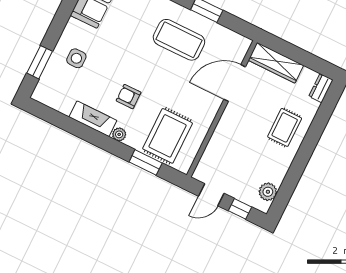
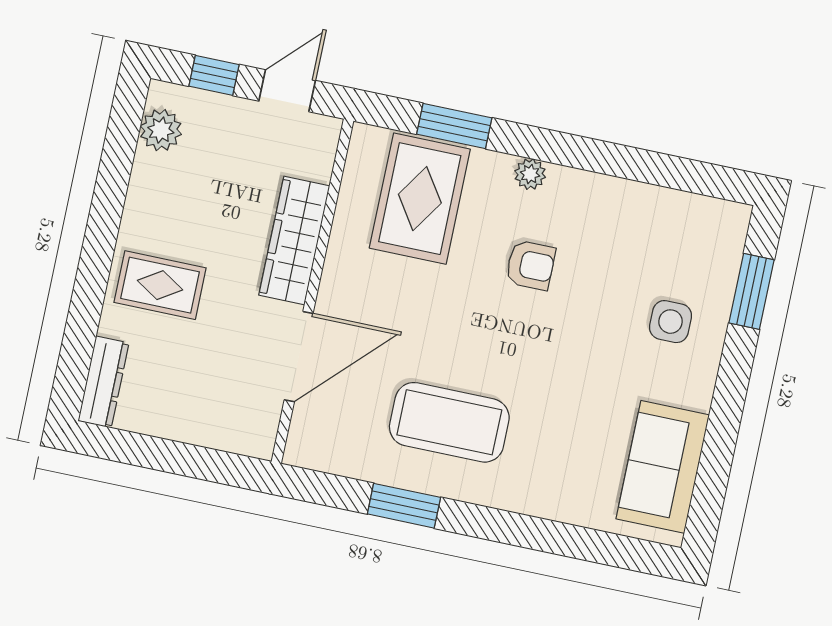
wardrobe: (276, 63) -> (294, 241), moved, turned -90
dresser: (321, 88) -> (104, 382), width x1.44
fireplace: (93, 119) -> (598, 194), removed
rug: (285, 127) -> (160, 285), turned 90

